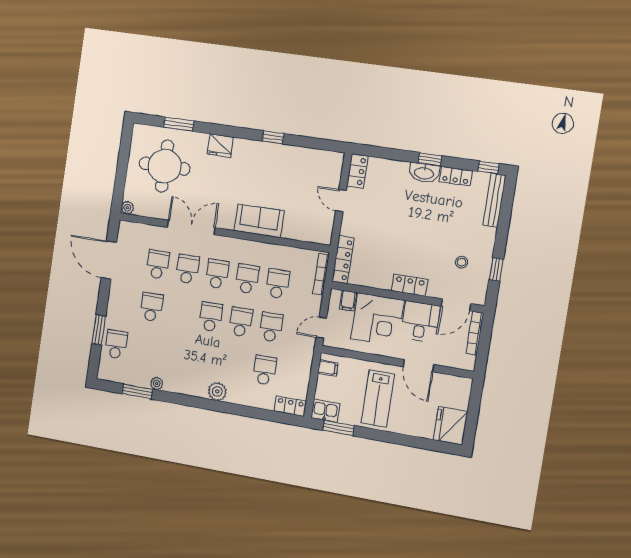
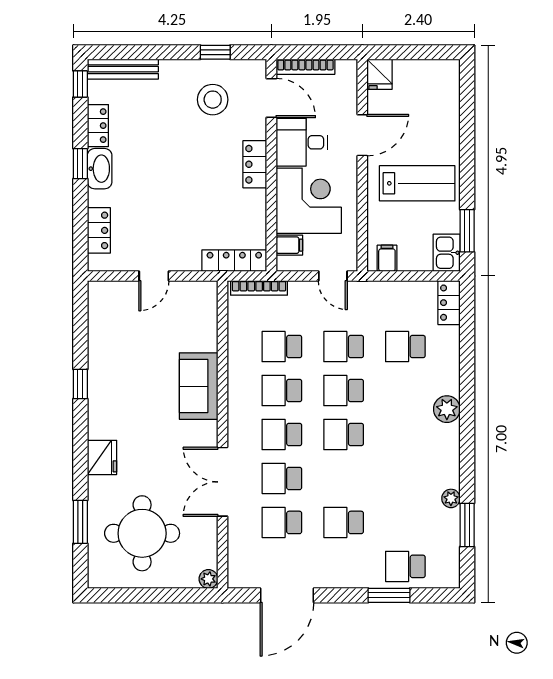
locker: (357, 171) -> (99, 230), moved, turned 90
stool: (462, 262) -> (213, 100), width x1.89, depth x1.89
fridge: (450, 426) -> (380, 74), moved, width x0.53, depth x0.75

